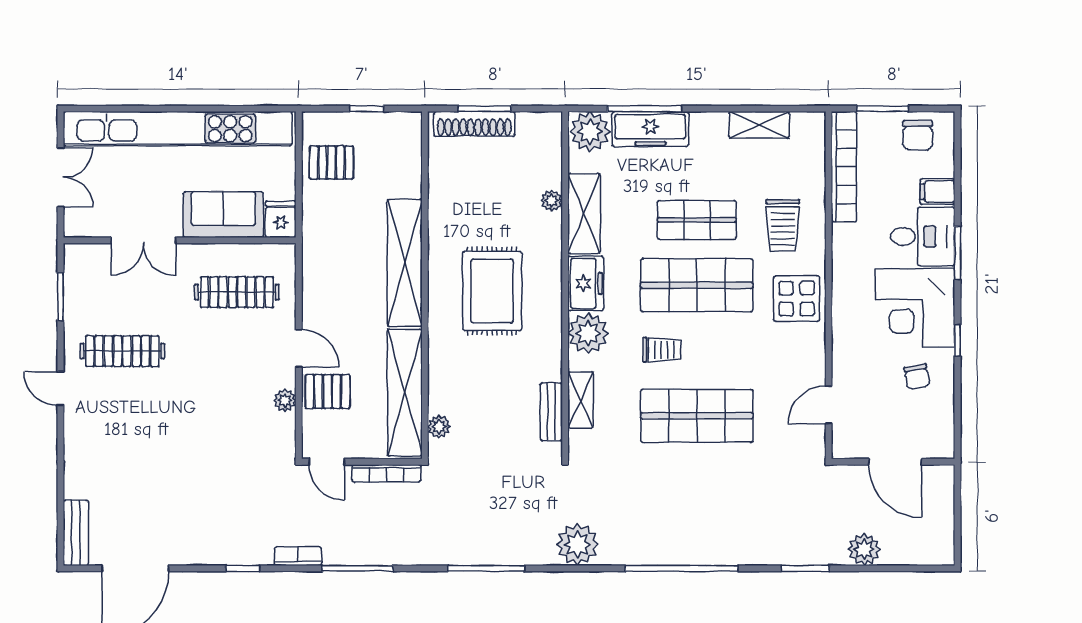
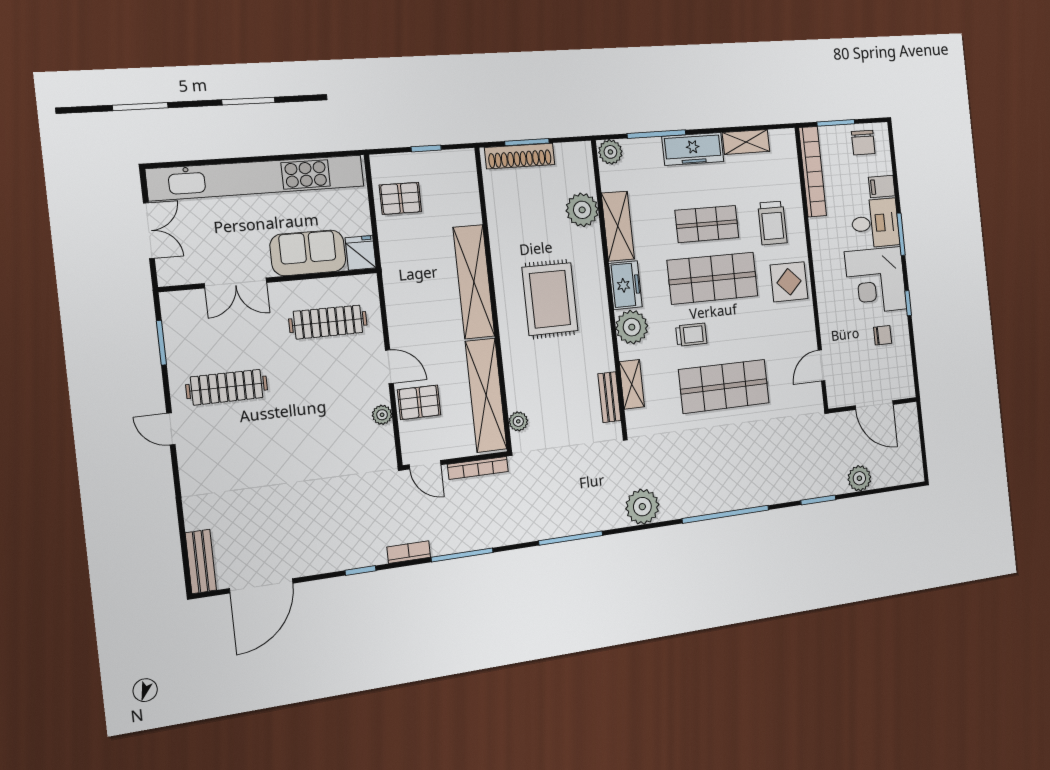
freezer: (650, 129) -> (693, 149), moved
plant: (590, 132) -> (610, 152), width x0.73, depth x0.73
plant: (552, 201) -> (582, 210), width x1.88, depth x1.88
chair: (917, 377) -> (883, 335), turned -80

